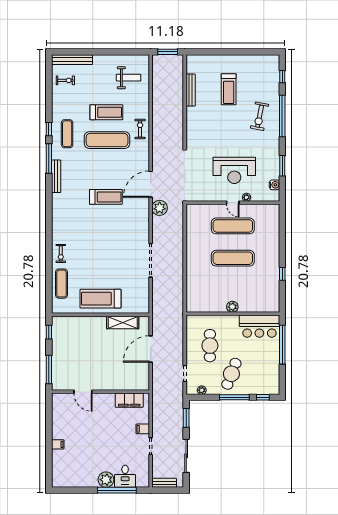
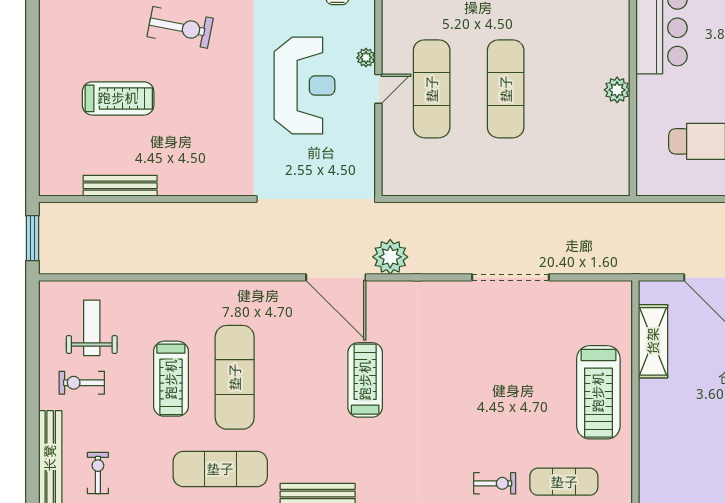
treadmill: (106, 112) -> (171, 379), turned 180
exercise bike: (140, 129) -> (82, 383), moved
exercise mat: (67, 134) -> (220, 469), width x1.36, depth x1.45

